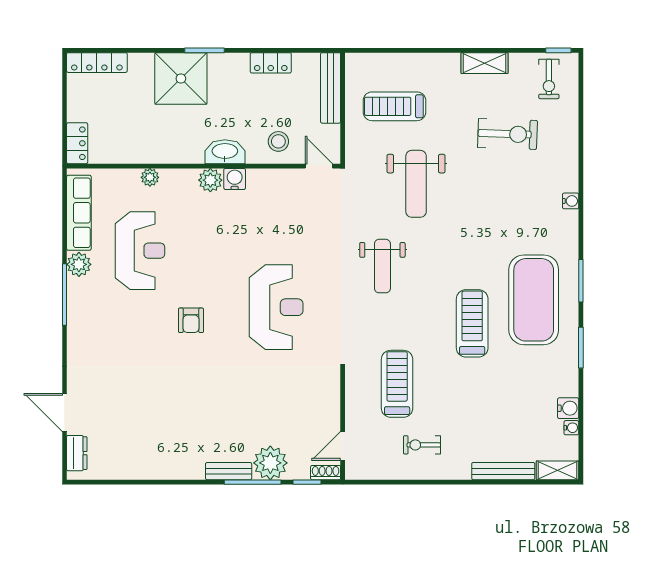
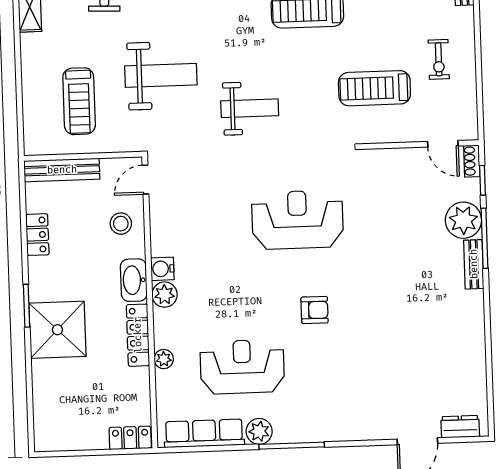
locker: (97, 63) -> (138, 335), moved, turned 180

